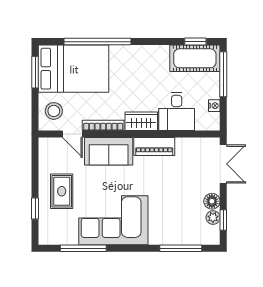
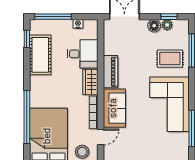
cot: (195, 58) -> (40, 55), moved
rug: (62, 191) -> (170, 59), moved

